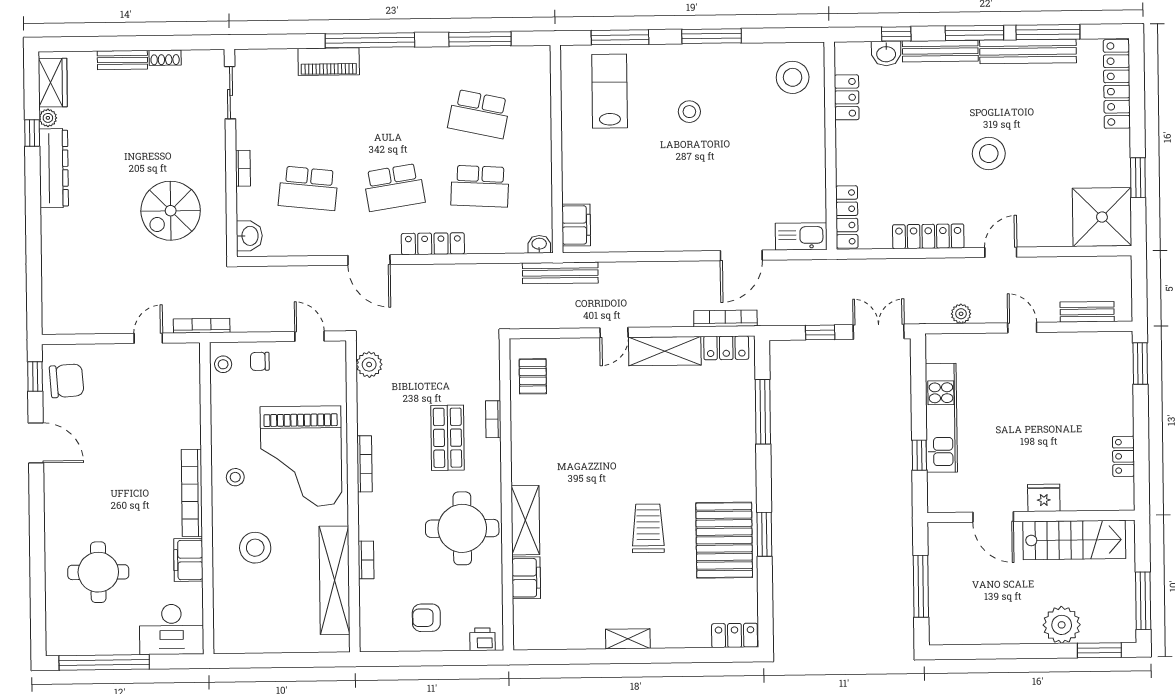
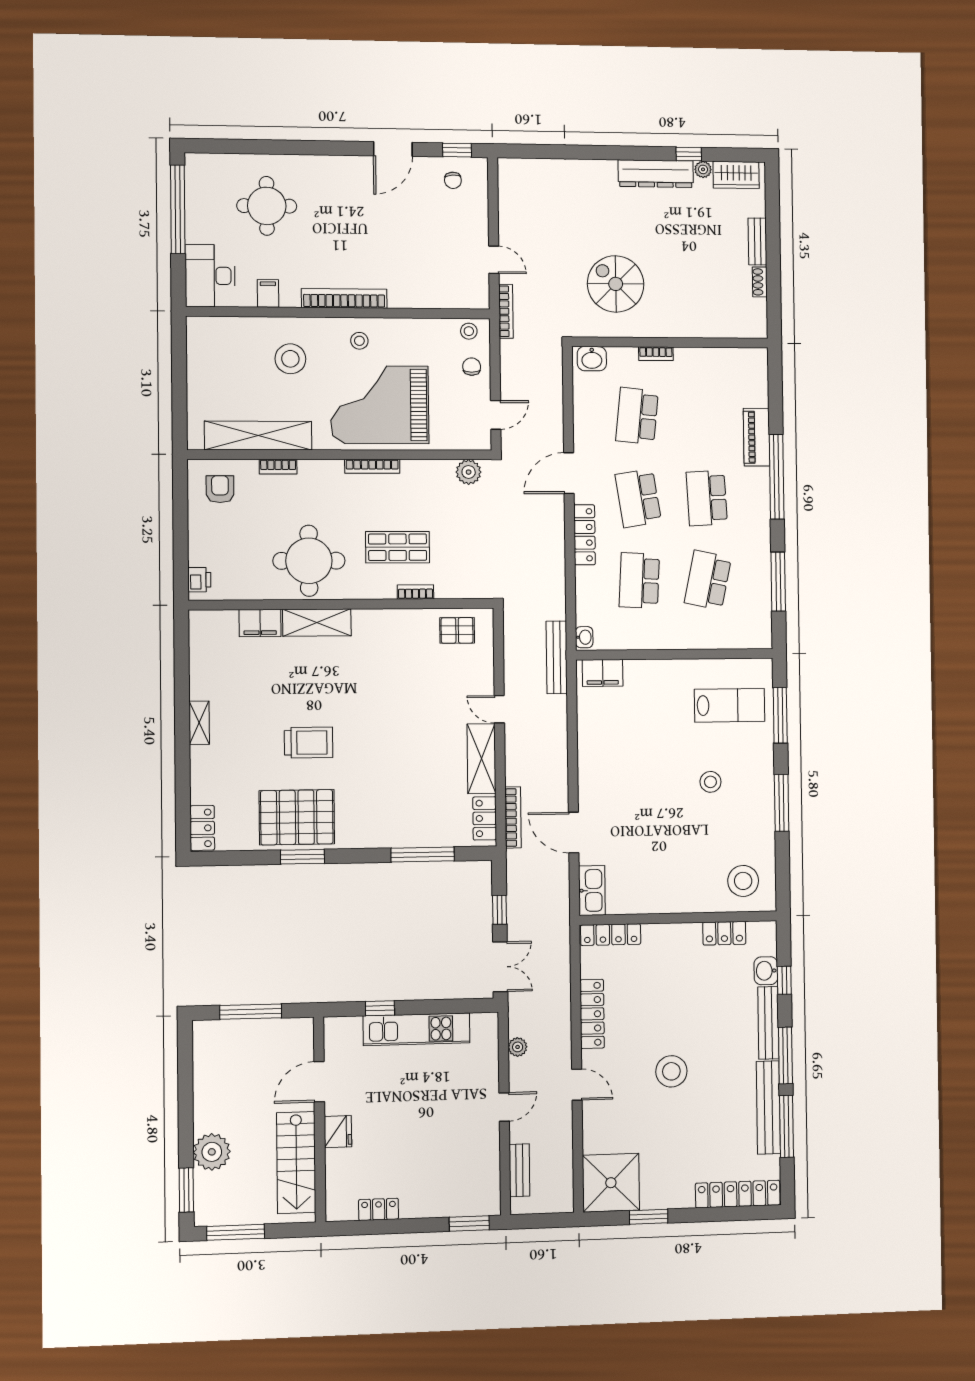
sliding door: (230, 93) -> (727, 343), removed
school desk: (393, 115) -> (707, 498), added
chair: (67, 381) -> (453, 180), width x0.54, depth x0.54
filing cabinet: (188, 560) -> (268, 293), width x0.50
armchair: (426, 618) -> (220, 489), moved

